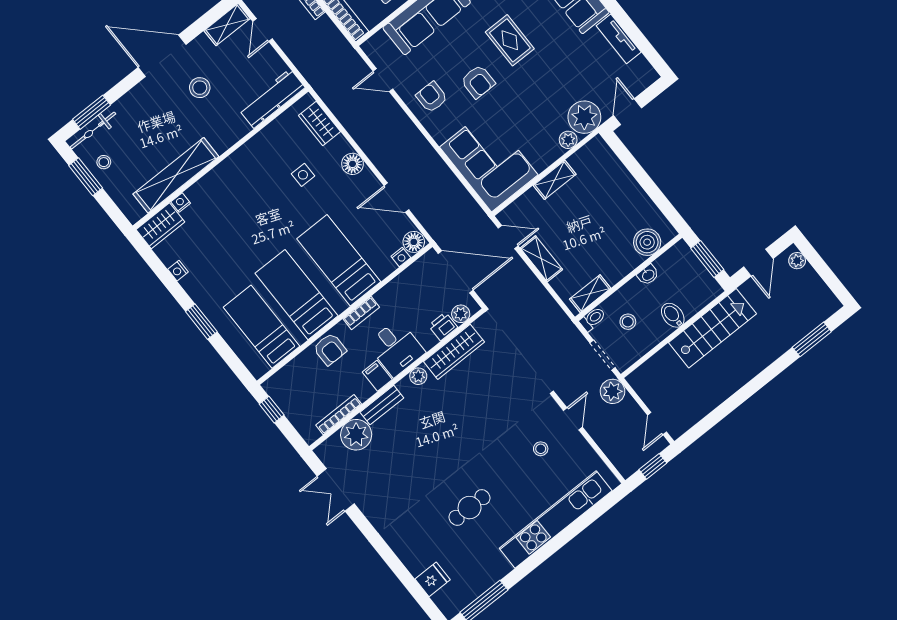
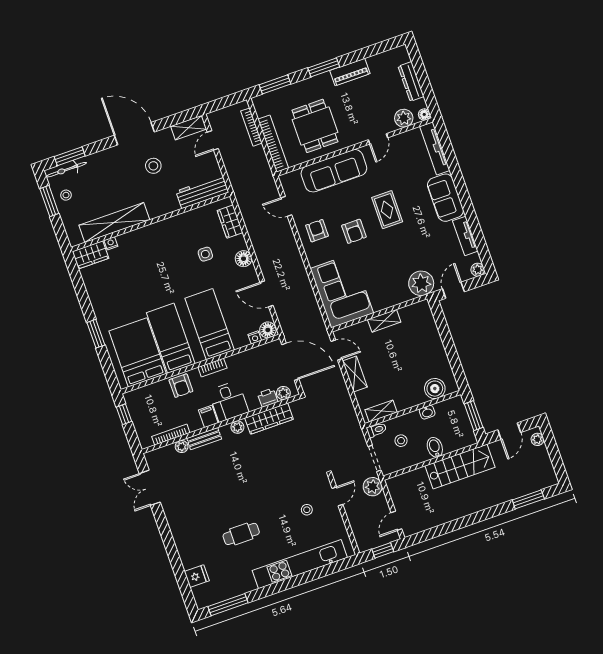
plant: (568, 140) -> (478, 270), moved
nightstand: (178, 271) -> (92, 291), removed
bed: (262, 327) -> (138, 352), width x1.50
plant: (356, 435) -> (182, 447), width x0.53, depth x0.53

